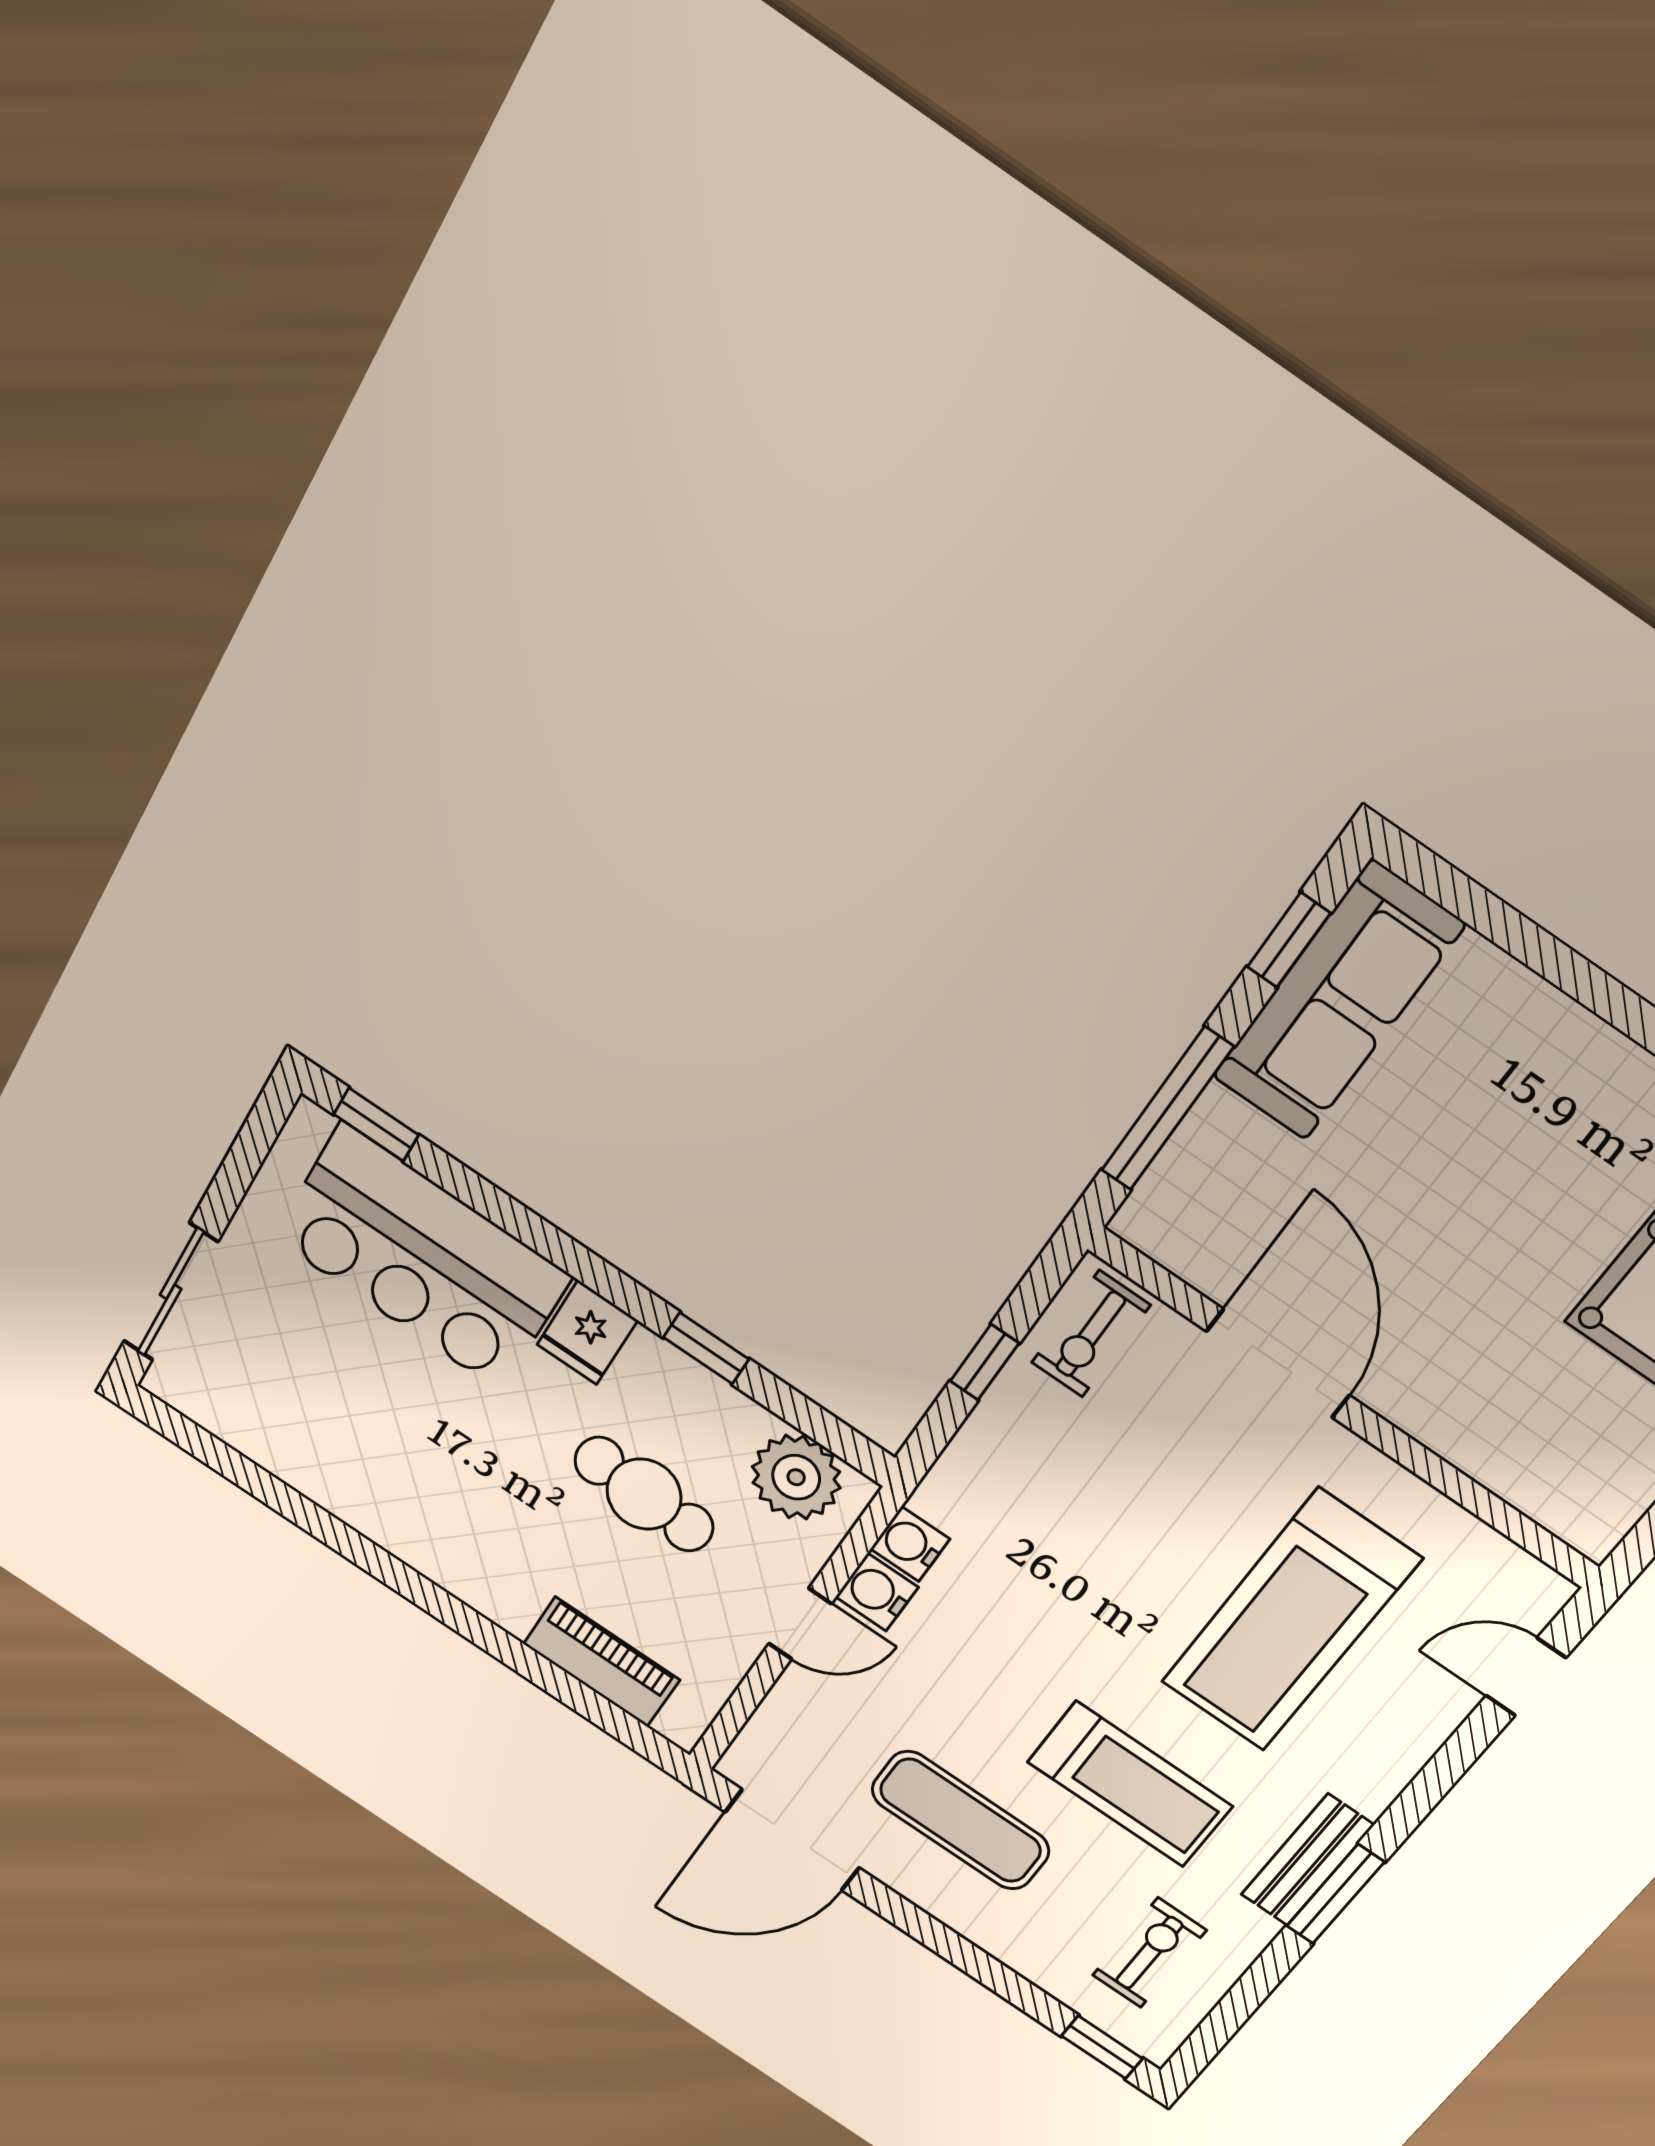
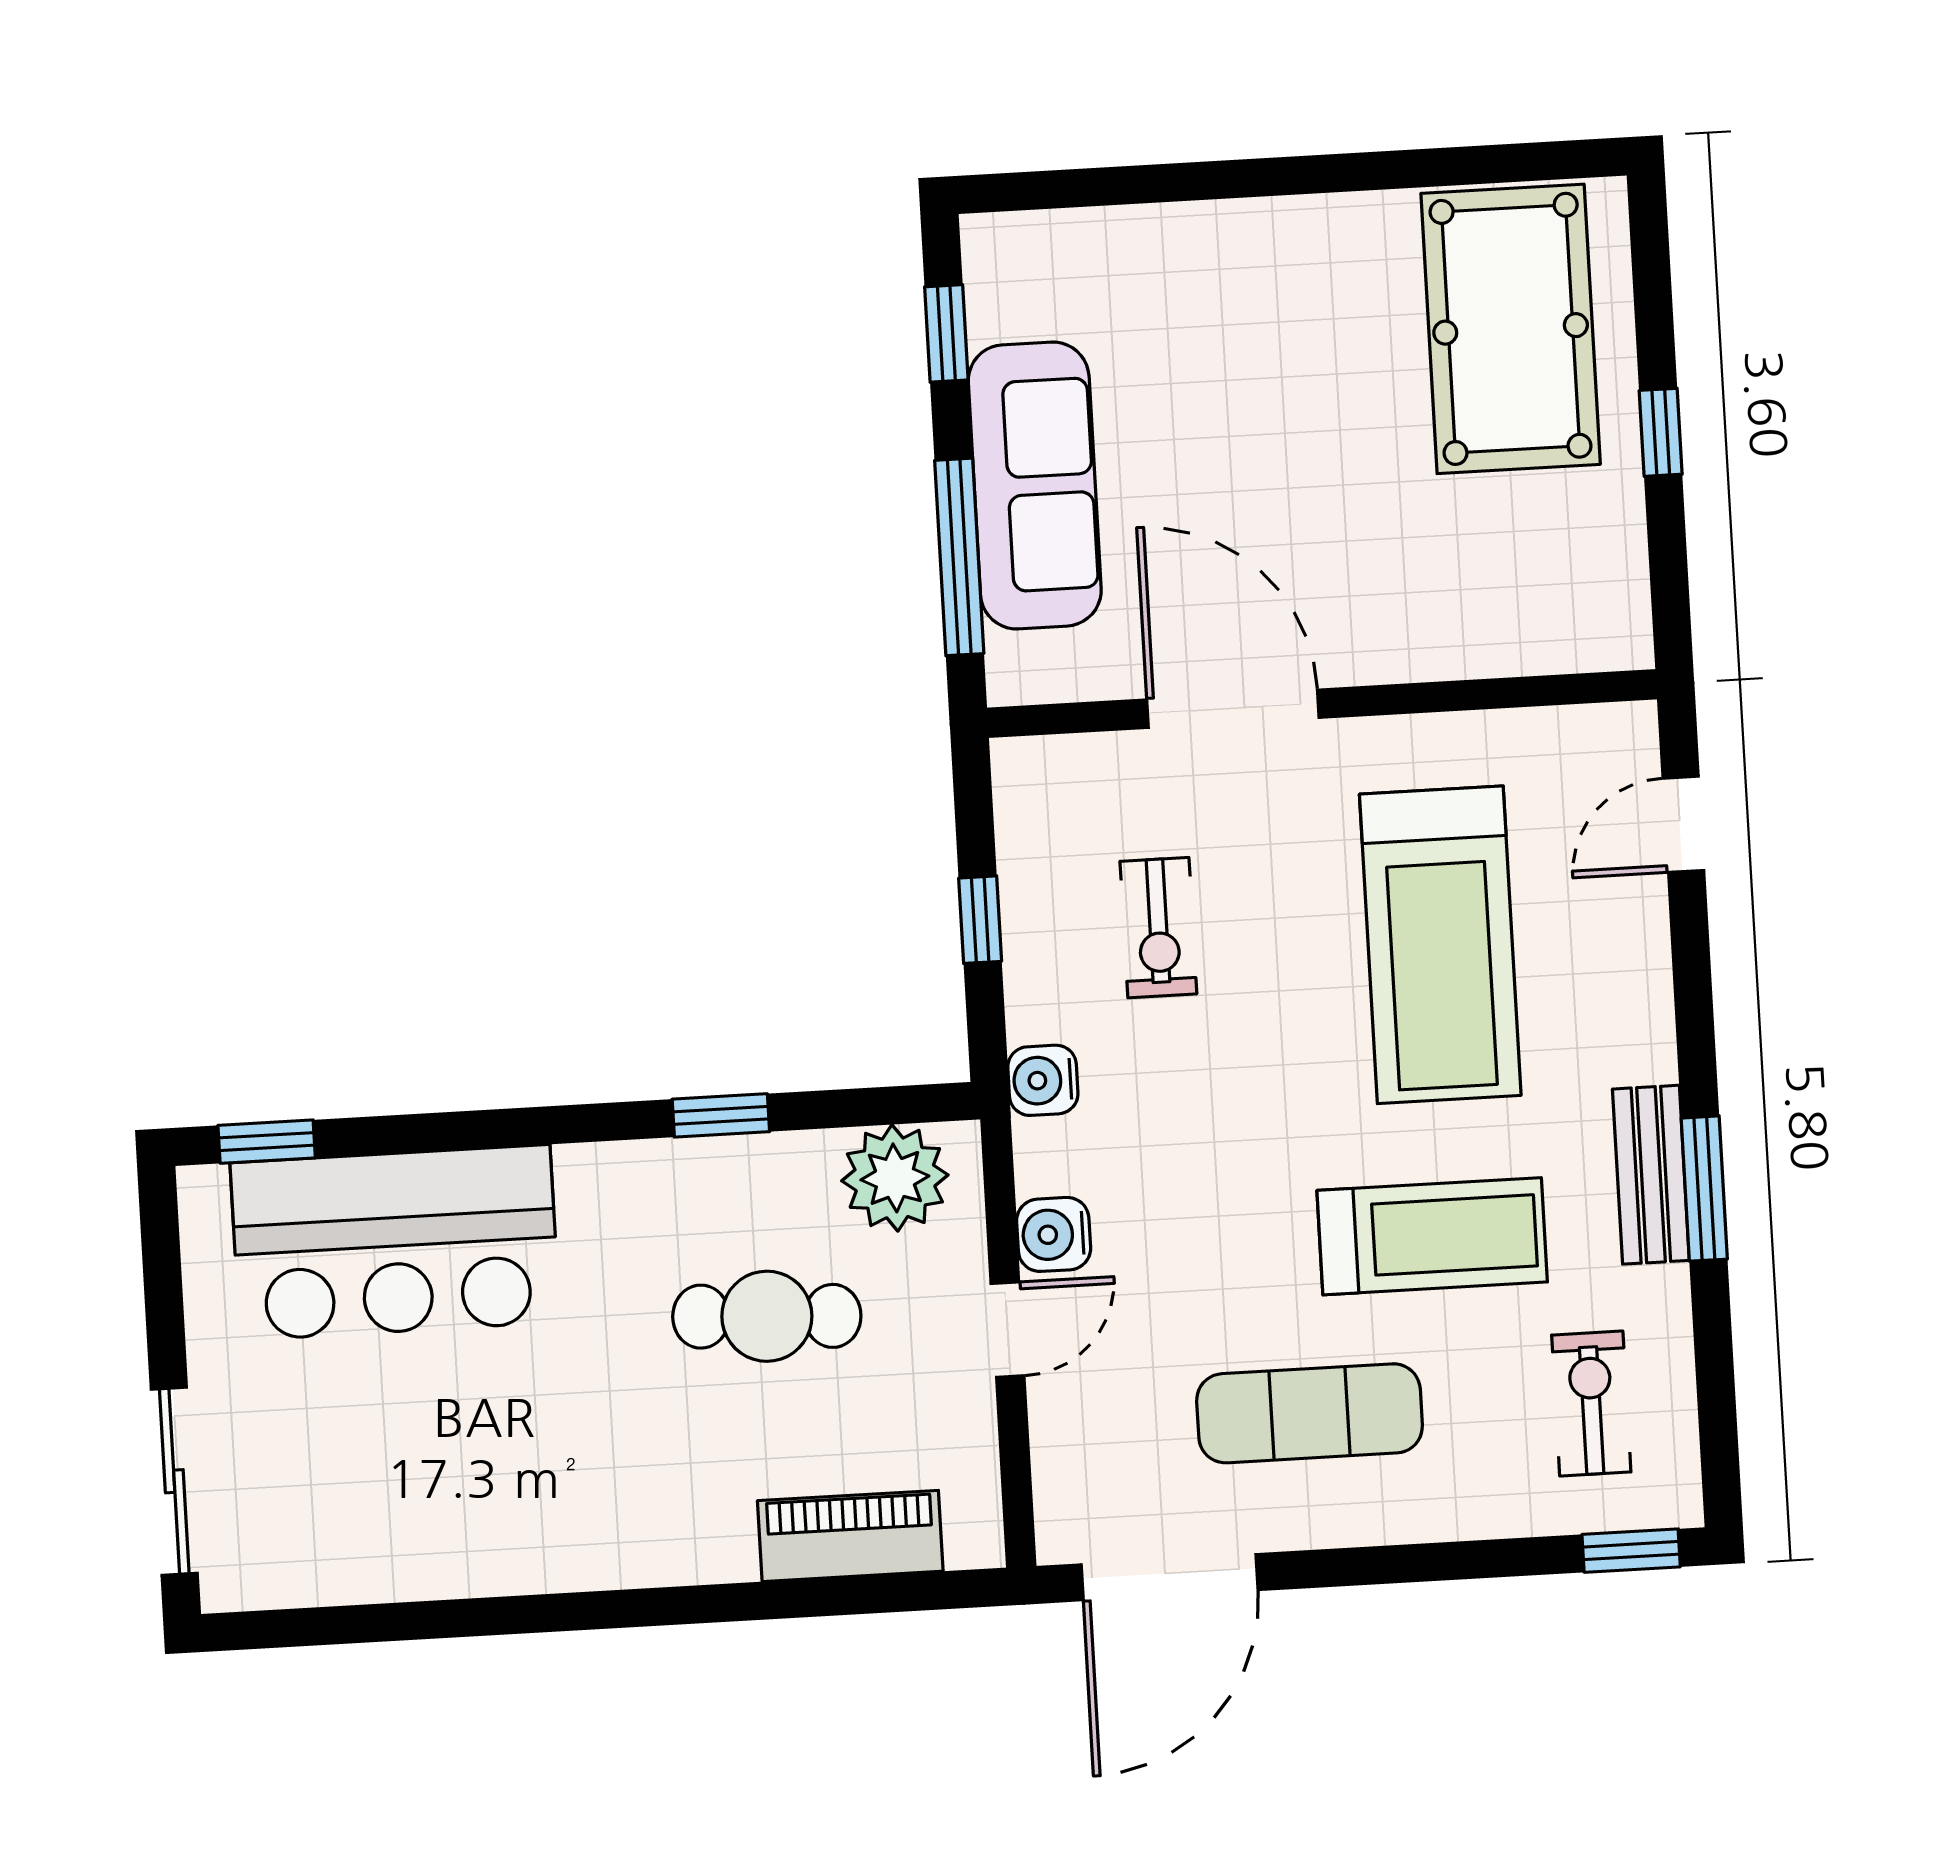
sofa: (1338, 1001) -> (1035, 485), moved
fridge: (587, 1332) -> (600, 1191), removed
exercise bike: (1091, 1334) -> (1158, 928), moved
water cooler: (910, 1544) -> (1043, 1080), moved

